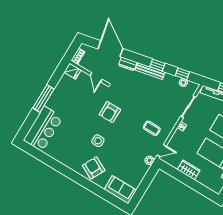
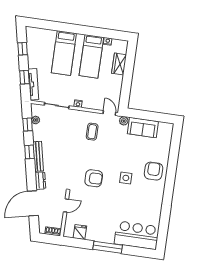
fridge: (72, 71) -> (80, 232), moved
armchair: (94, 168) -> (154, 171), turned 153
wardrobe: (189, 170) -> (119, 64), moved
sofa: (120, 190) -> (143, 128), moved, turned -90

